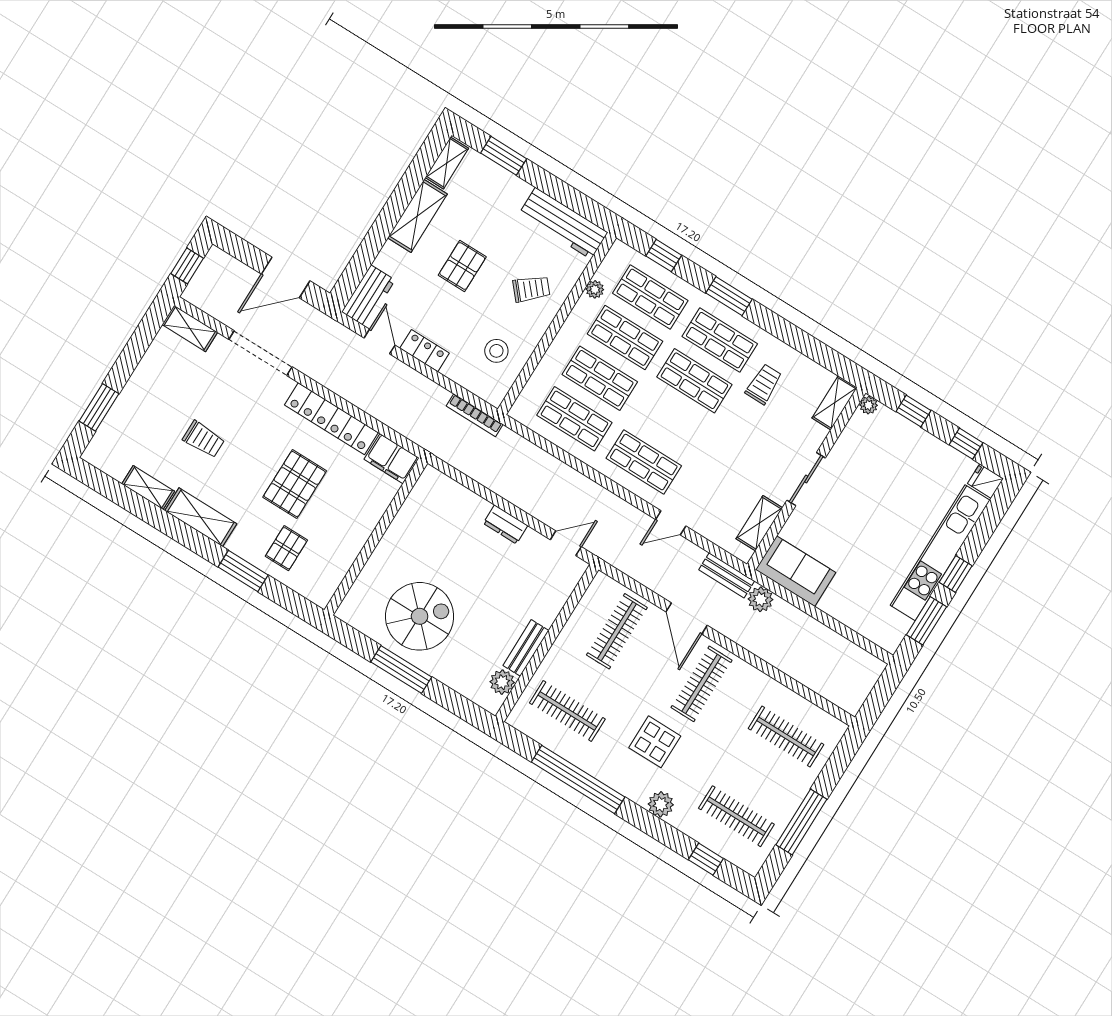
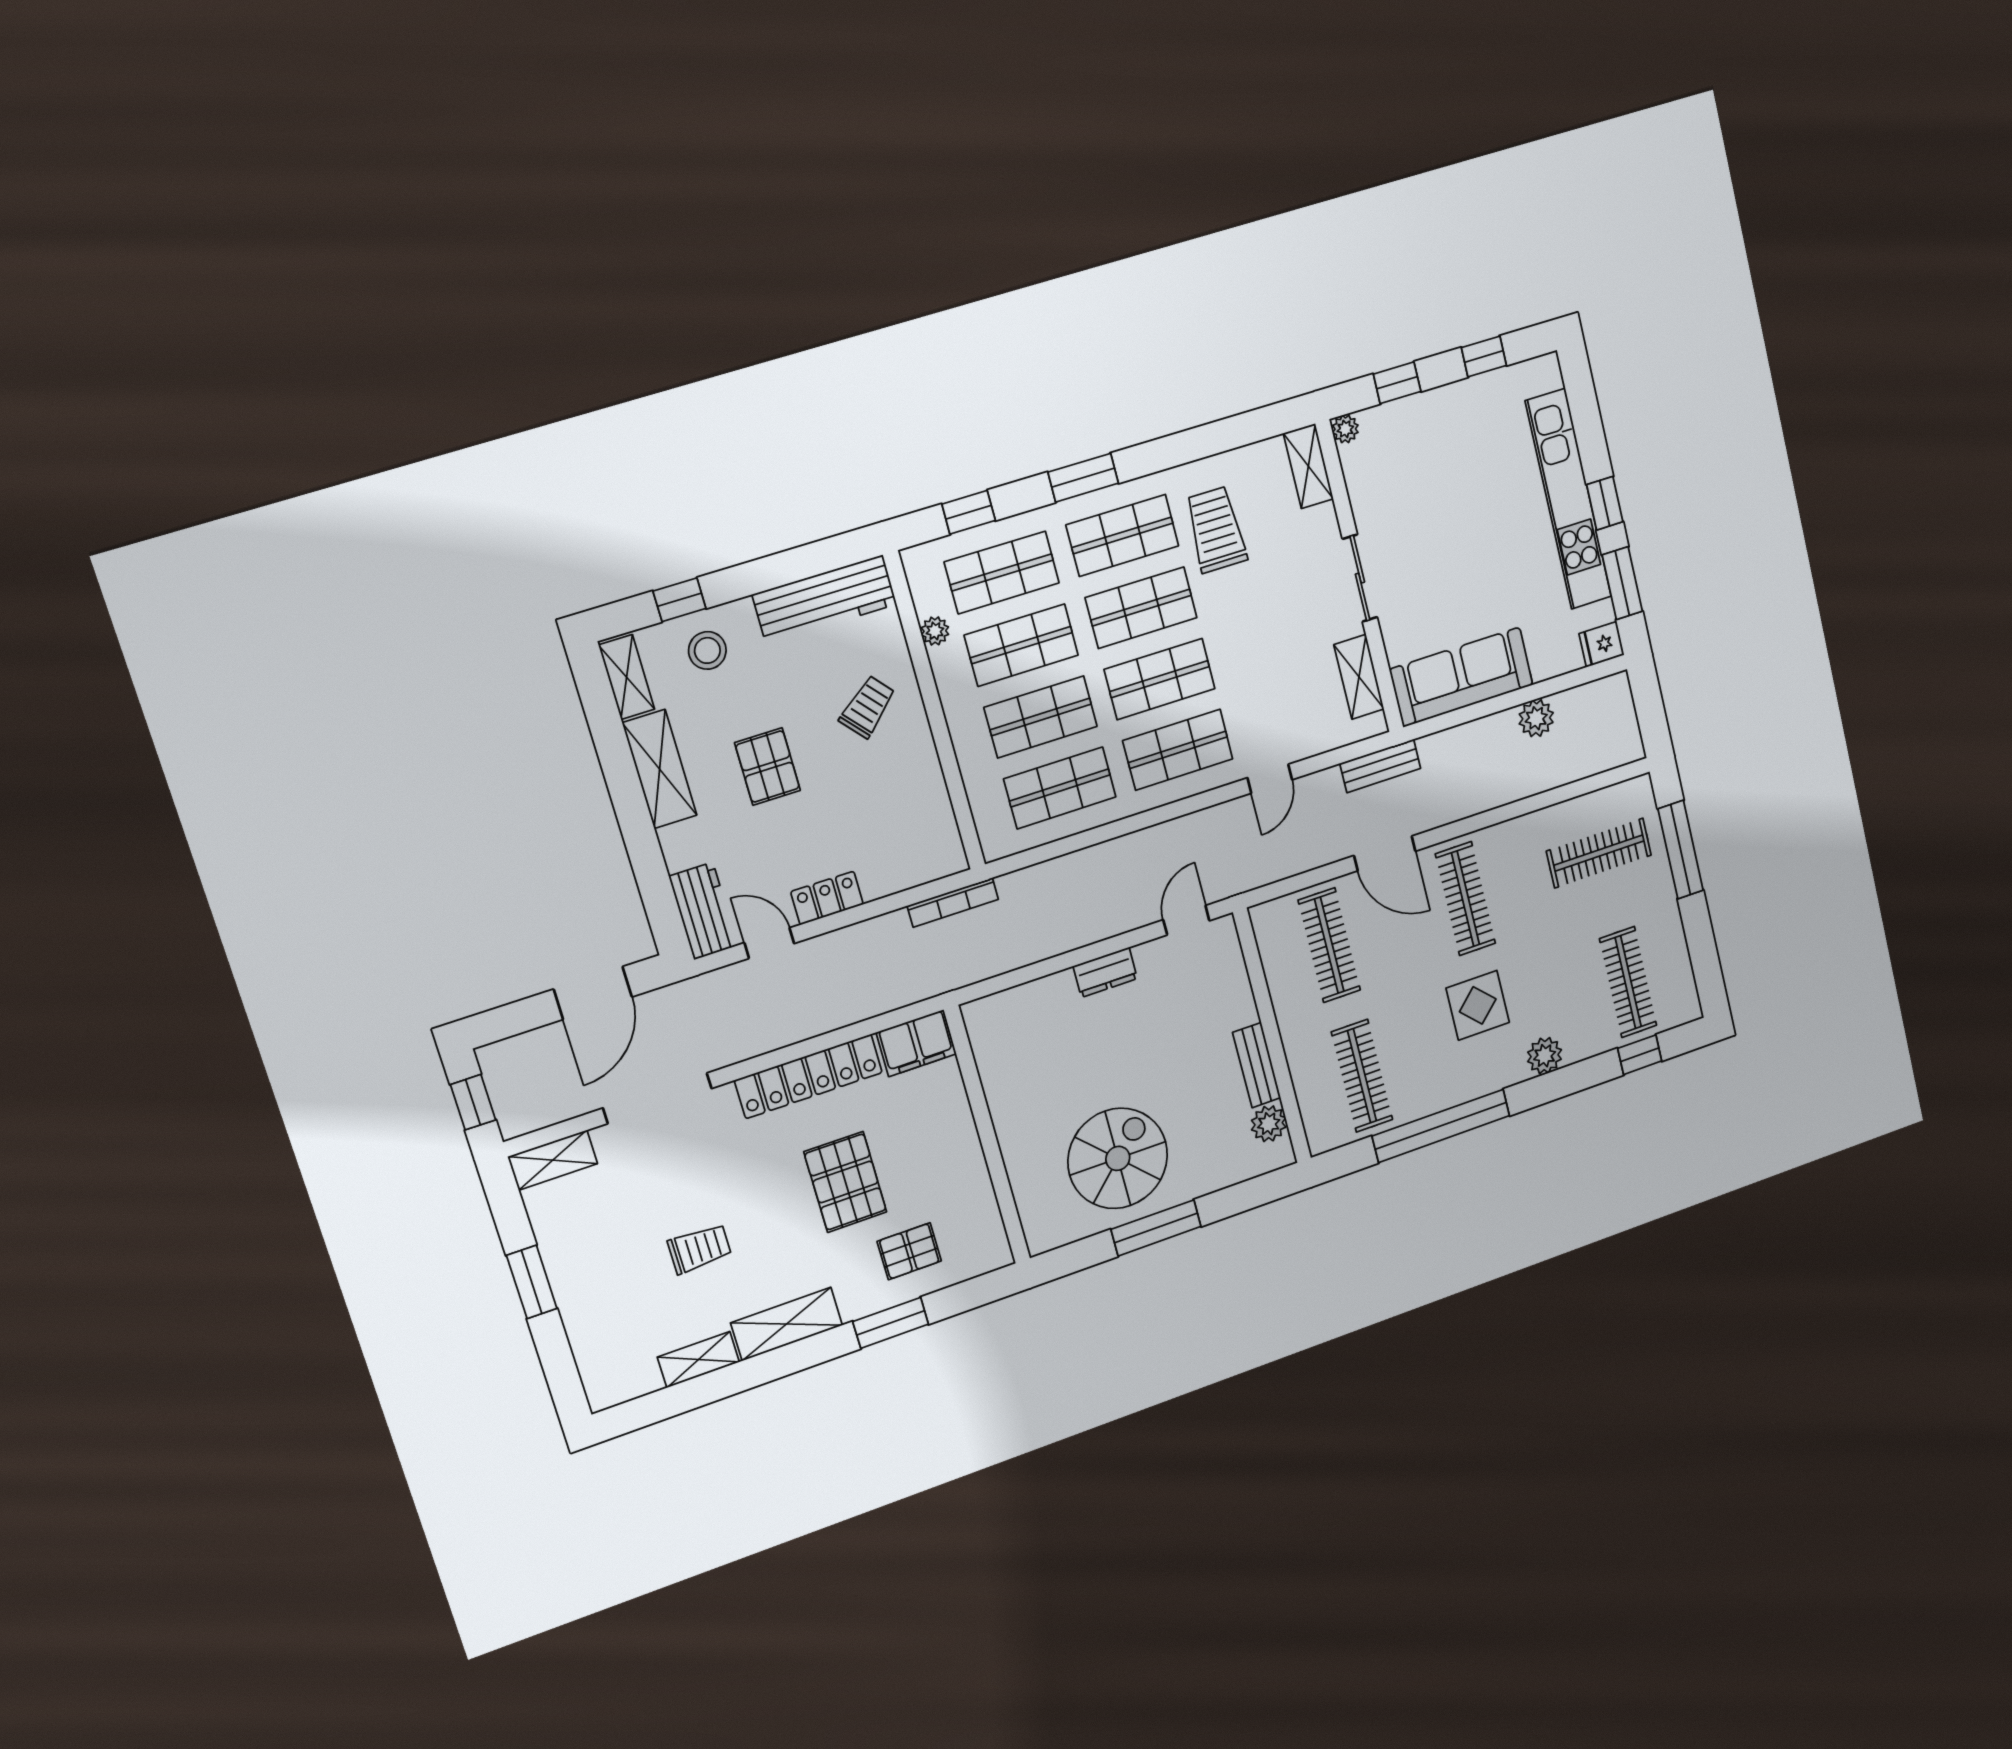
window: (504, 156) -> (679, 600), width x0.67
stool: (496, 351) -> (707, 650), moved
trolley: (764, 384) -> (1216, 530), width x1.36, depth x1.39
window: (99, 407) -> (532, 1282), moved
shop shelf: (669, 421) -> (1160, 679), added
fridge: (985, 481) -> (1601, 644), moved
pallet: (286, 548) -> (909, 1251), turned 90
sofa: (796, 571) -> (1461, 677), width x1.36
plant: (760, 599) -> (1536, 718), moved
clothes rail: (567, 711) -> (1362, 1076), turned 90
clothes rail: (736, 816) -> (1628, 982), turned 90
window: (801, 822) -> (1681, 850), moved

